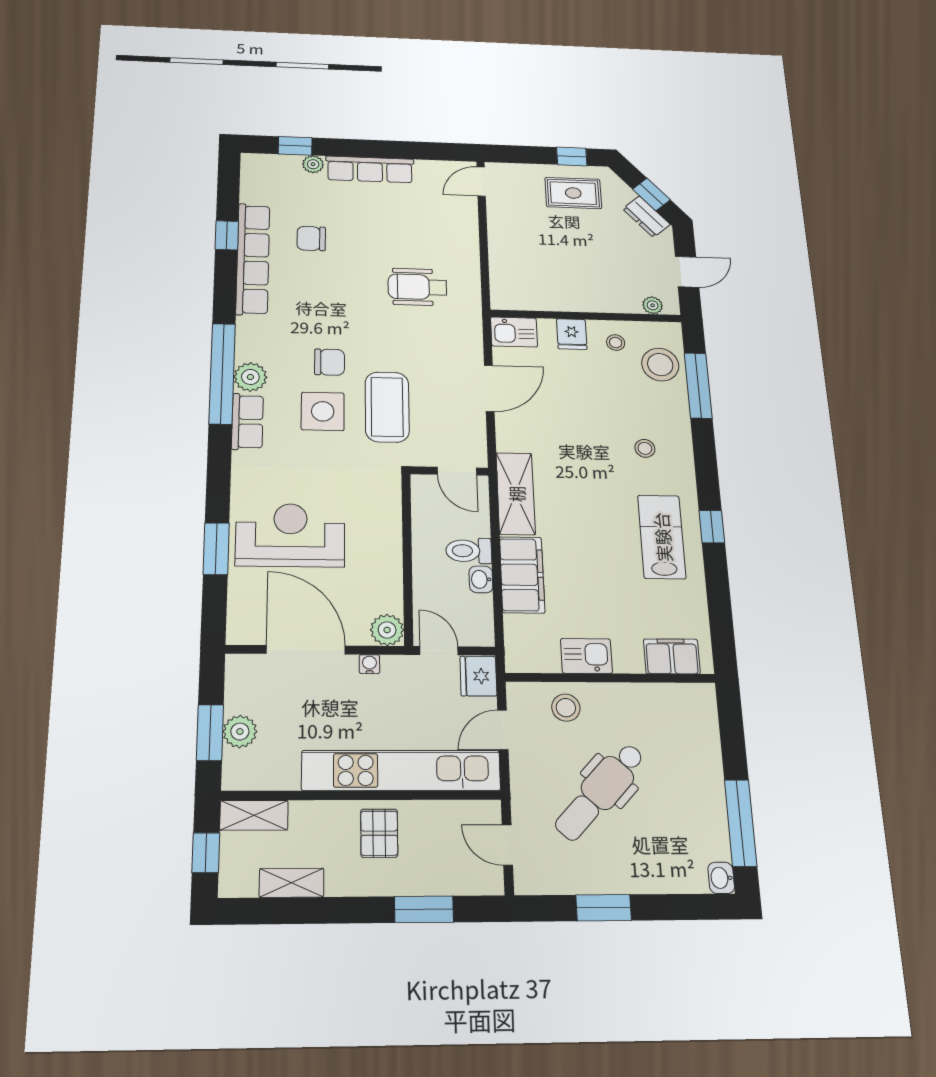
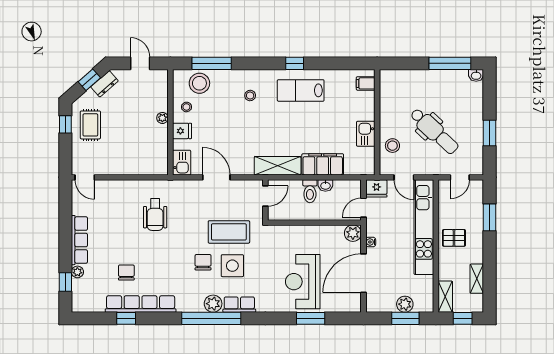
chair: (311, 239) -> (126, 273), turned 180
plant: (653, 305) -> (162, 118), moved
filing cabinet: (672, 656) -> (366, 83), width x0.50

